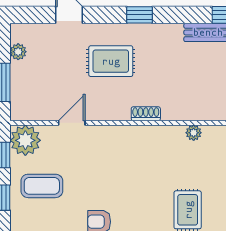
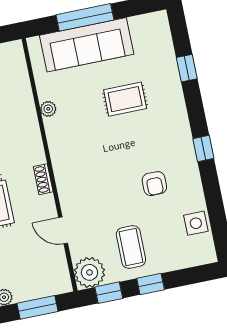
shoe rack: (146, 114) -> (43, 179), moved

